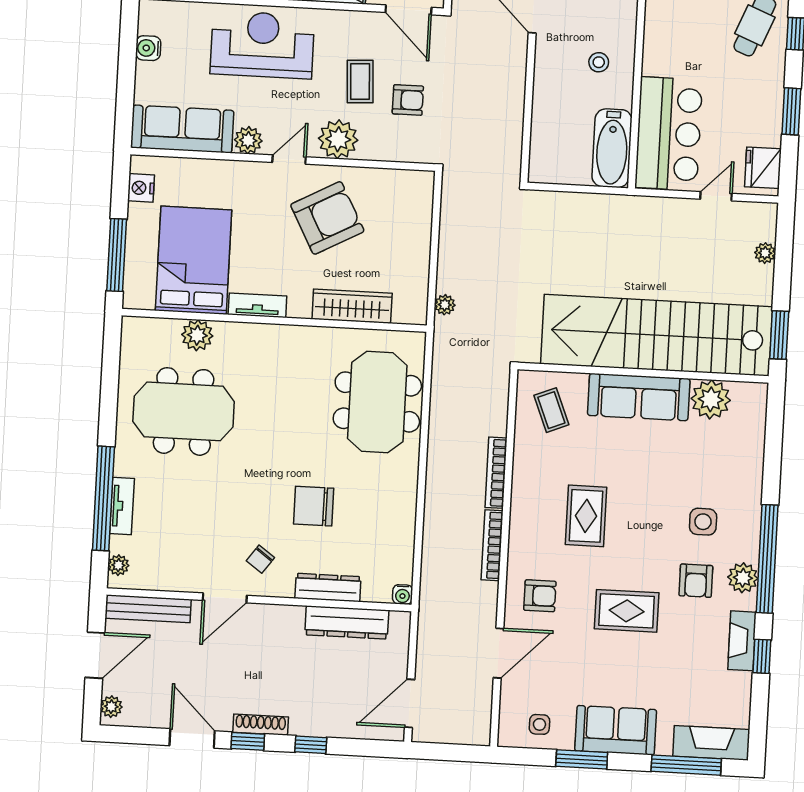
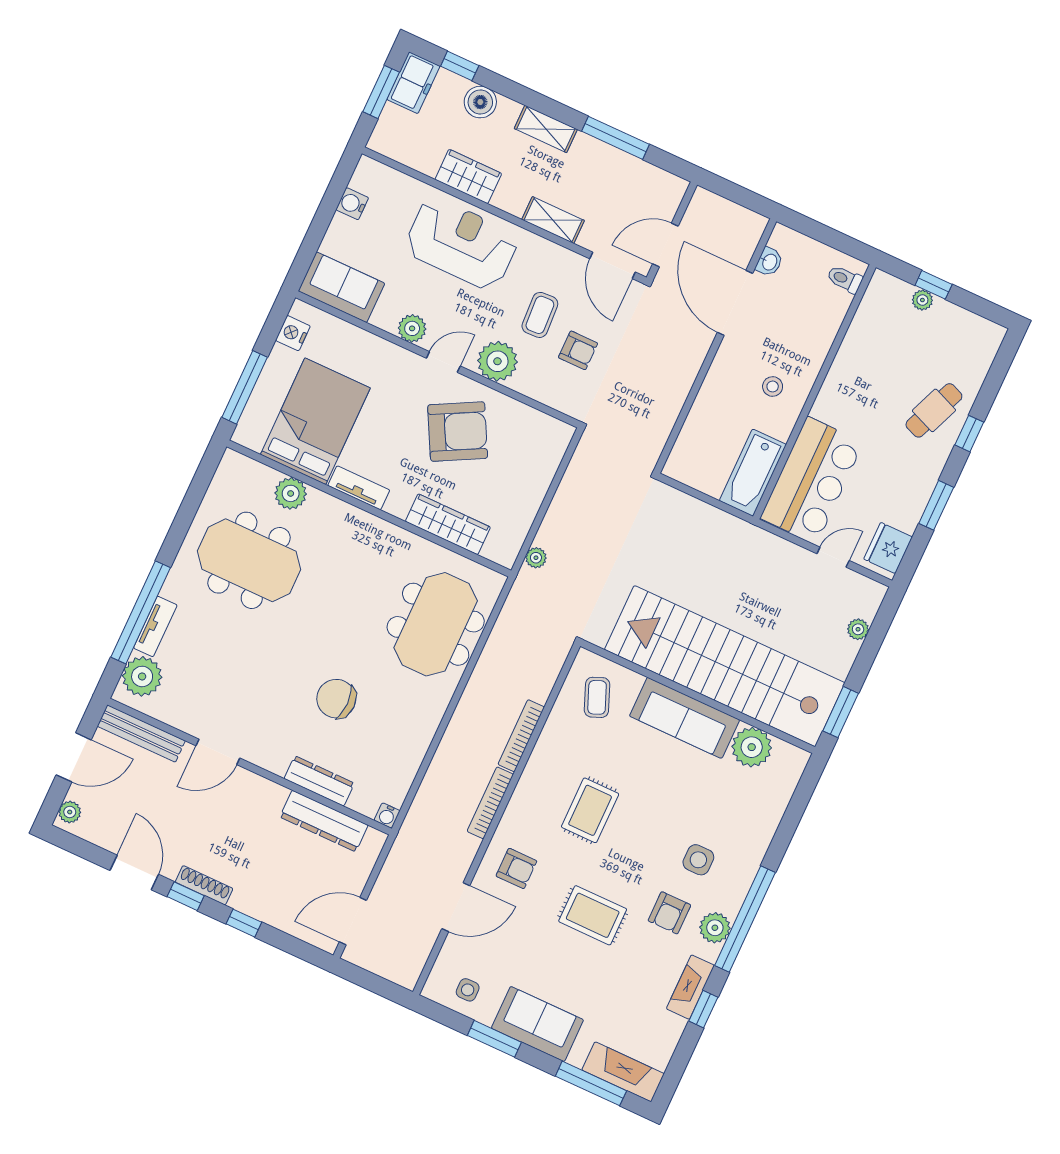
sofa: (182, 129) -> (342, 287), width x0.73
chair: (260, 559) -> (266, 729), removed
plant: (118, 565) -> (142, 676), width x1.88, depth x1.88

